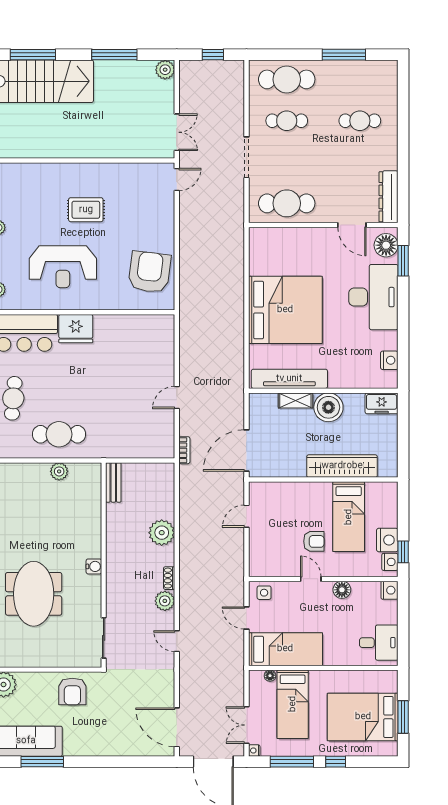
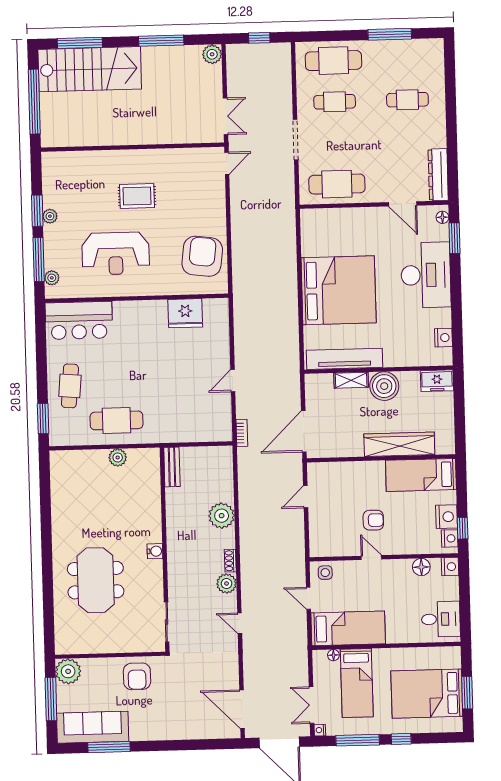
floor lamp: (386, 245) -> (442, 217), width x0.53, depth x0.53
fridge: (76, 329) -> (185, 313), moved
bed: (349, 517) -> (421, 475), moved, turned 90
floor lamp: (342, 590) -> (421, 567), moved

